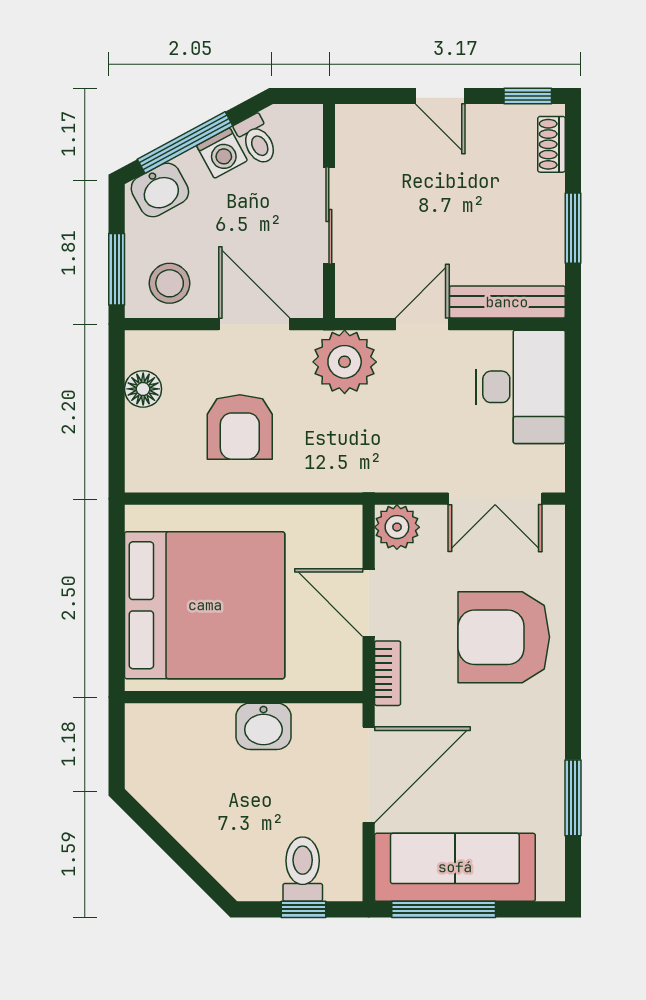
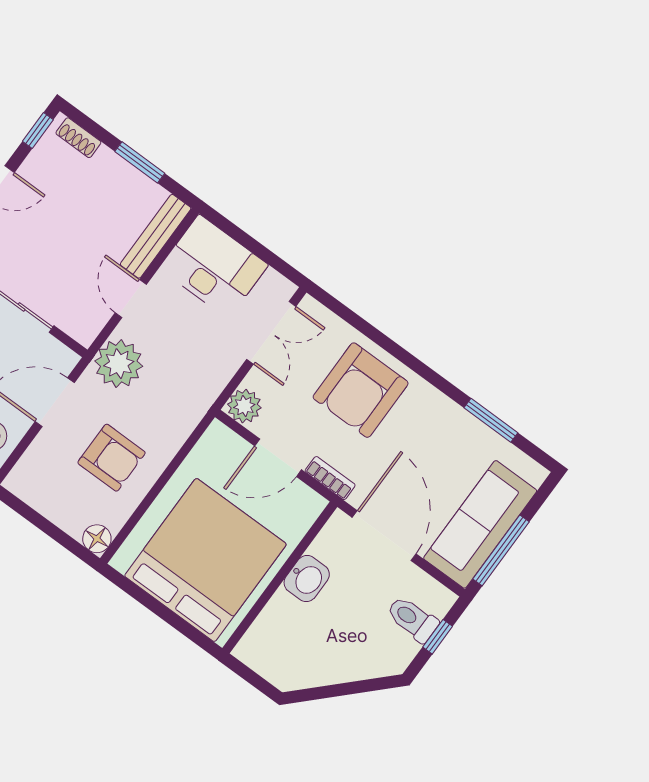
floor lamp: (143, 389) -> (97, 539), moved

